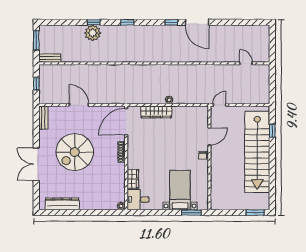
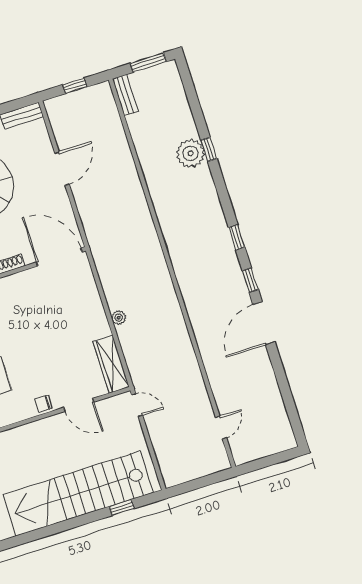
window: (127, 22) -> (237, 237), moved
wardrobe: (156, 112) -> (111, 364), moved

